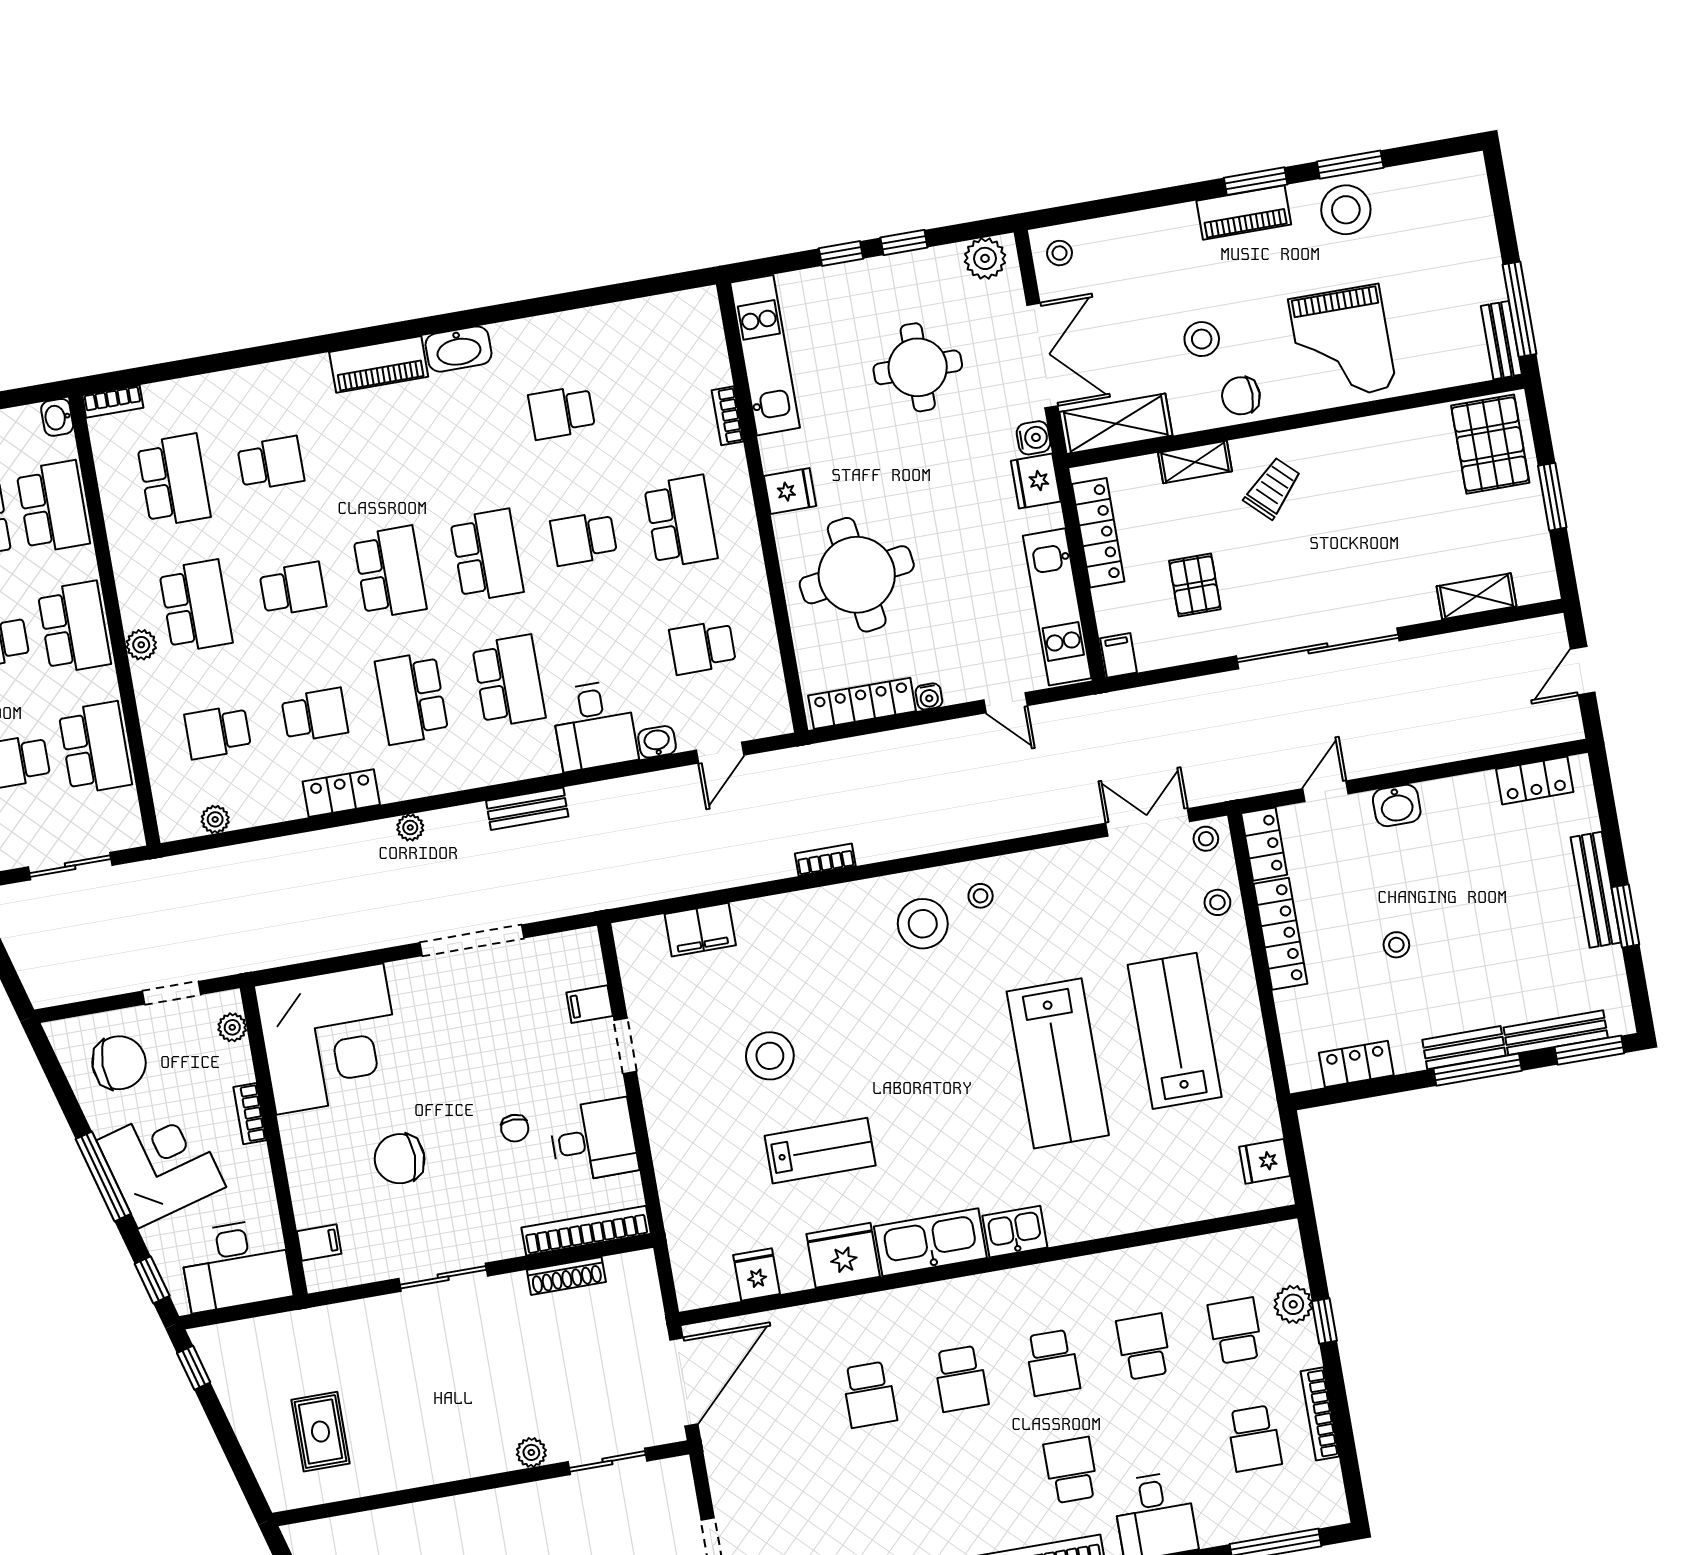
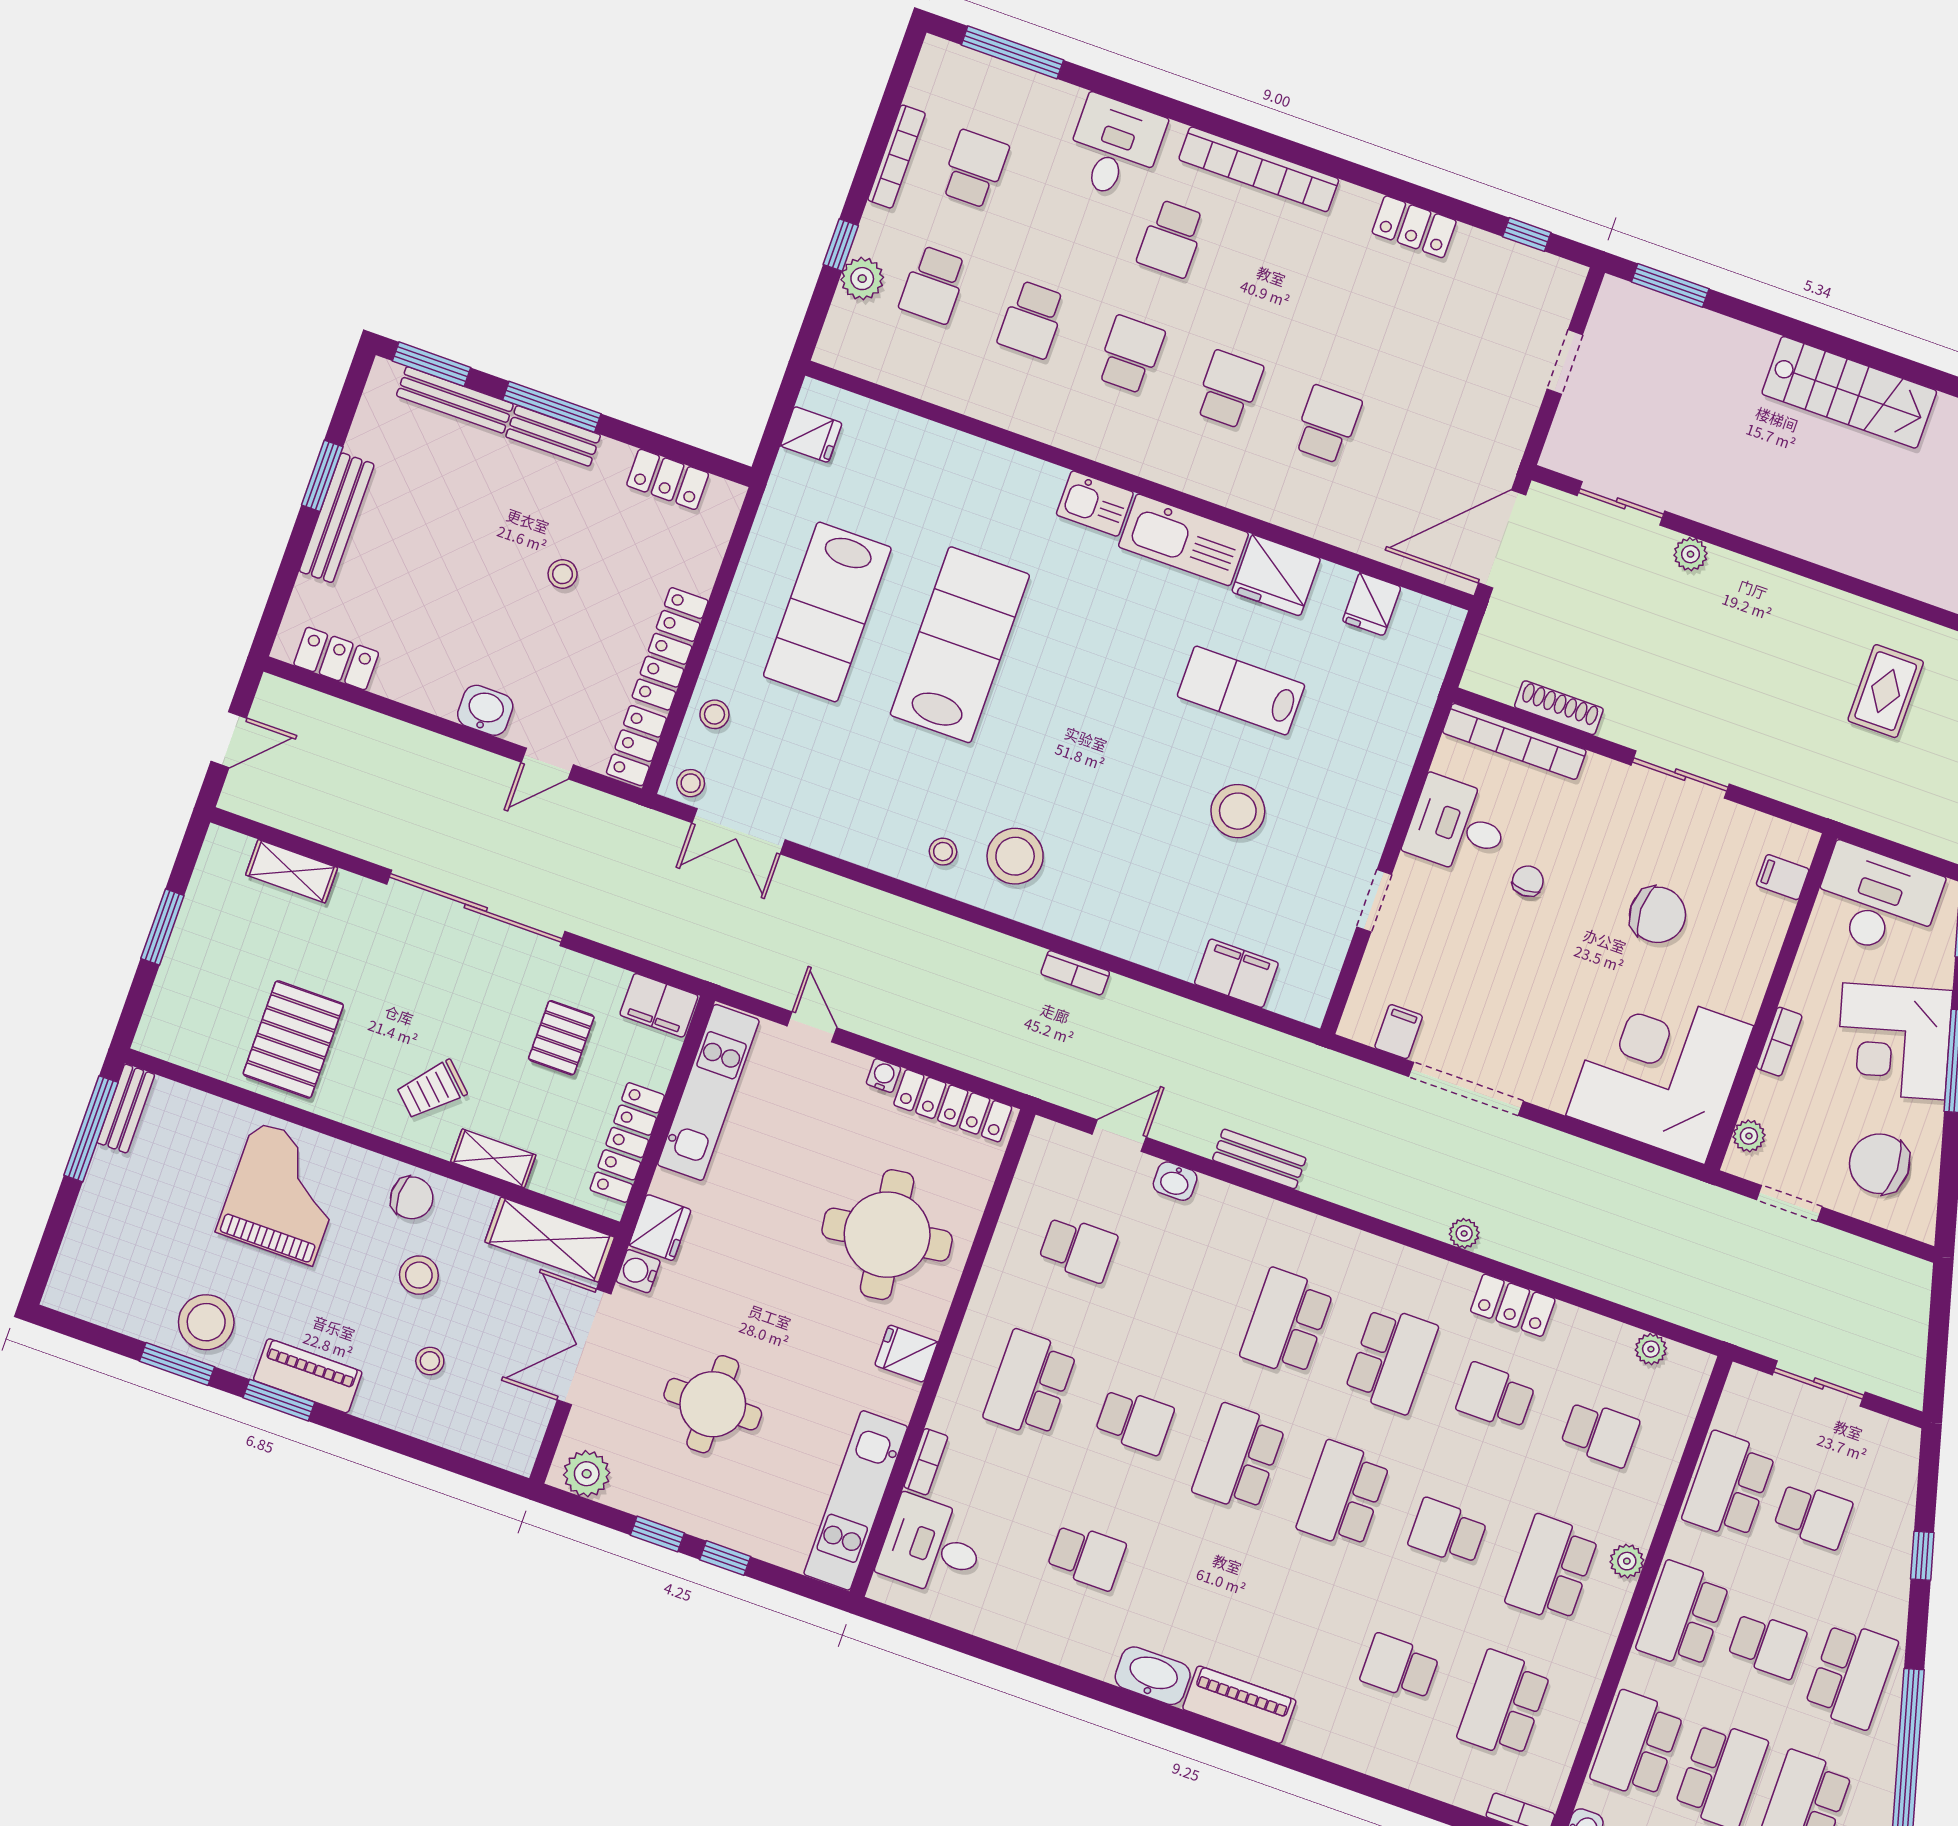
stool: (1060, 253) -> (430, 1361), moved
pallet: (1490, 444) -> (293, 1039), moved
filing cabinet: (1119, 655) -> (659, 1005), width x2.00
desk: (594, 725) -> (932, 1547), moved, turned -90
bench: (527, 809) -> (1259, 1159), moved
filing cabinet: (590, 1004) -> (1399, 1032), moved, turned -90

